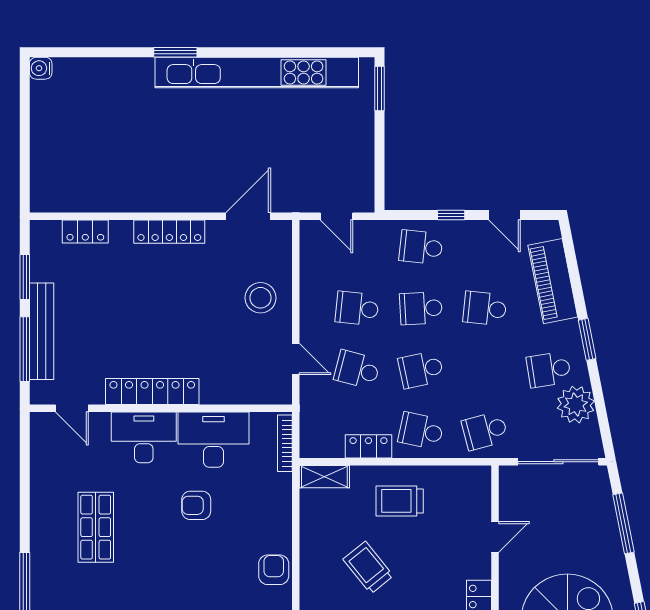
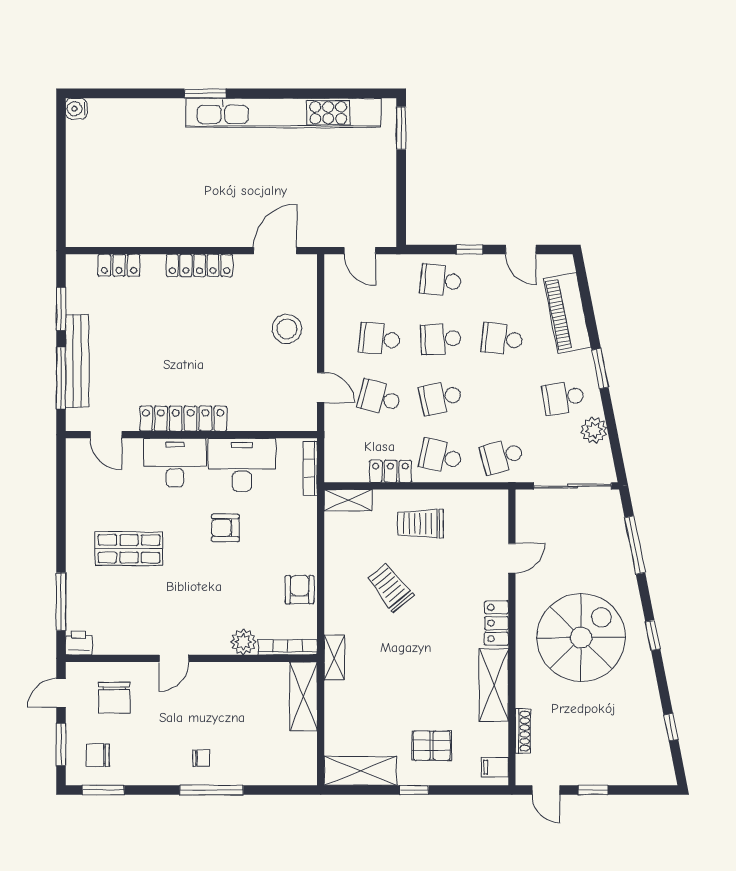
plant: (576, 405) -> (594, 430), width x0.73, depth x0.73
shop shelf: (96, 527) -> (129, 549), turned 90

